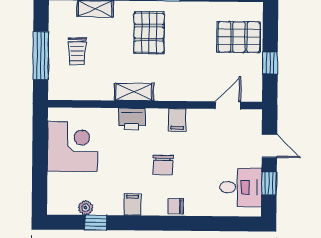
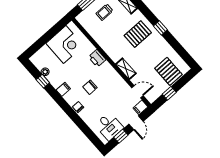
shelving: (134, 92) -> (126, 69), moved
filing cabinet: (177, 120) -> (140, 107), moved

